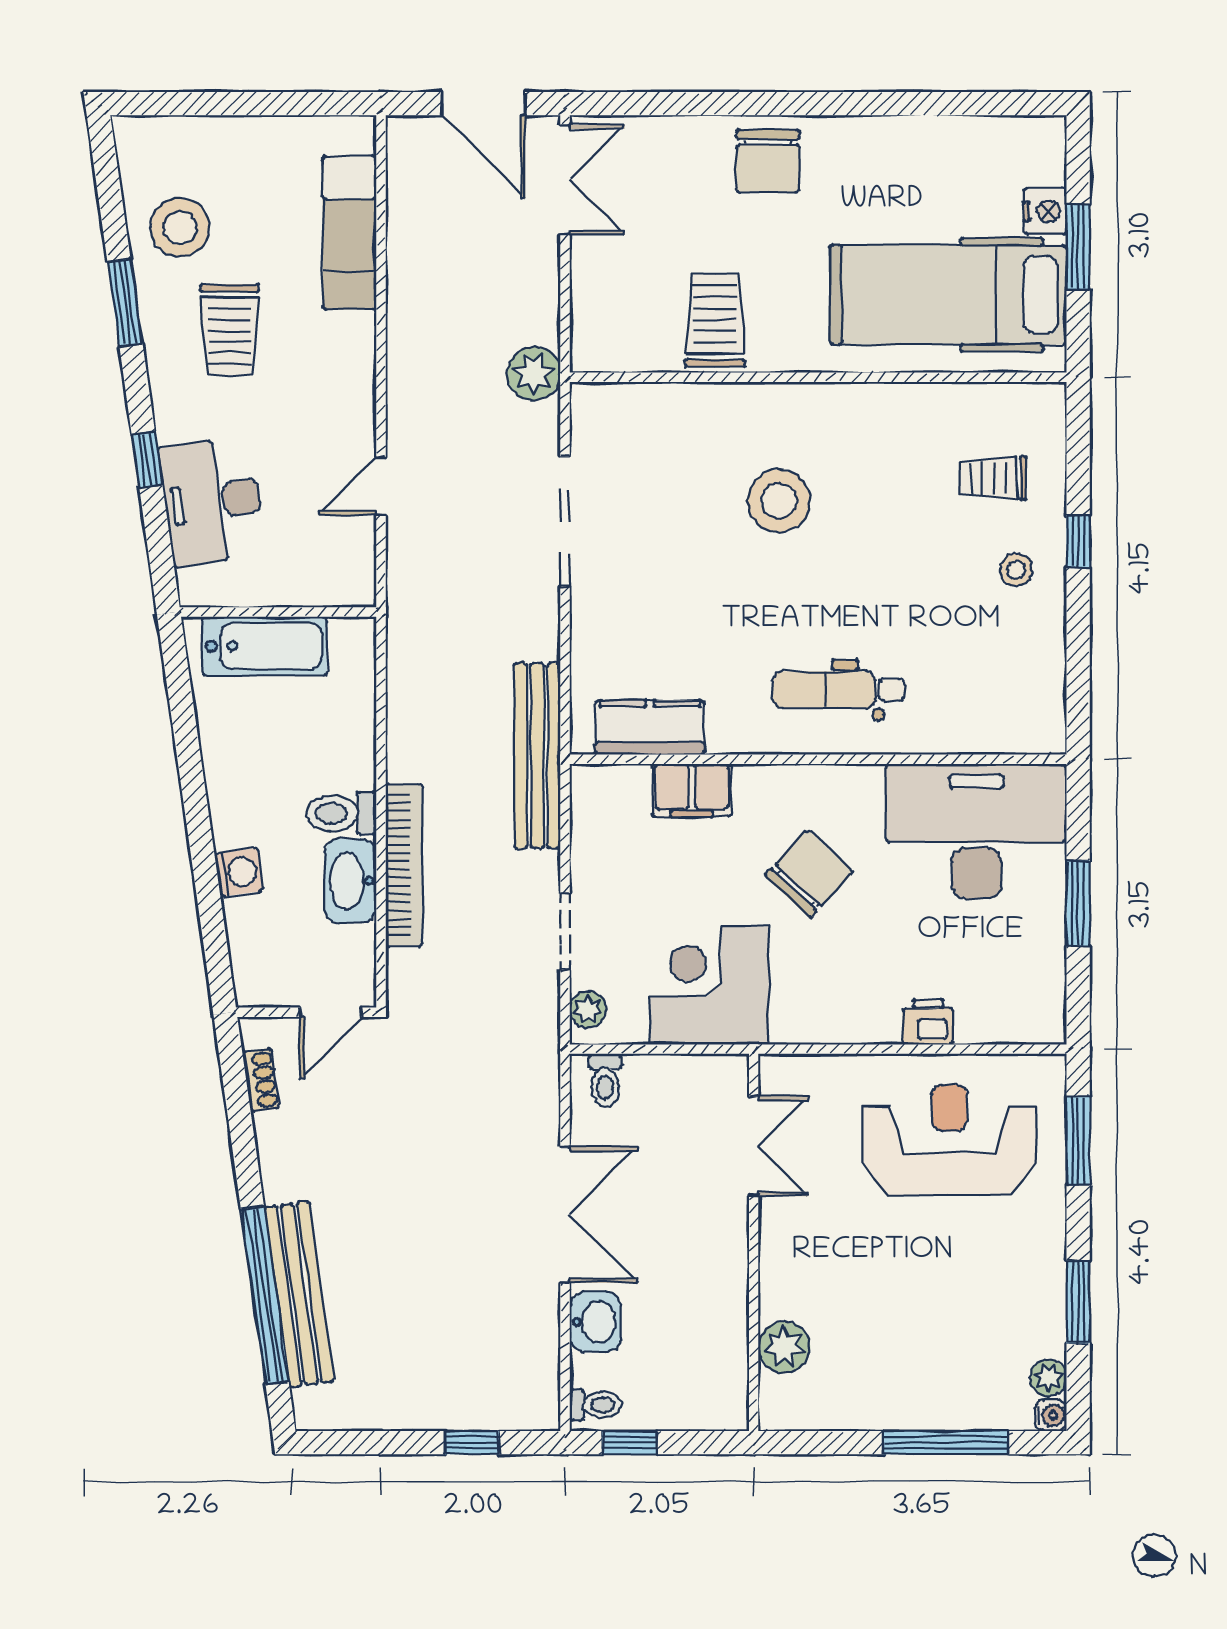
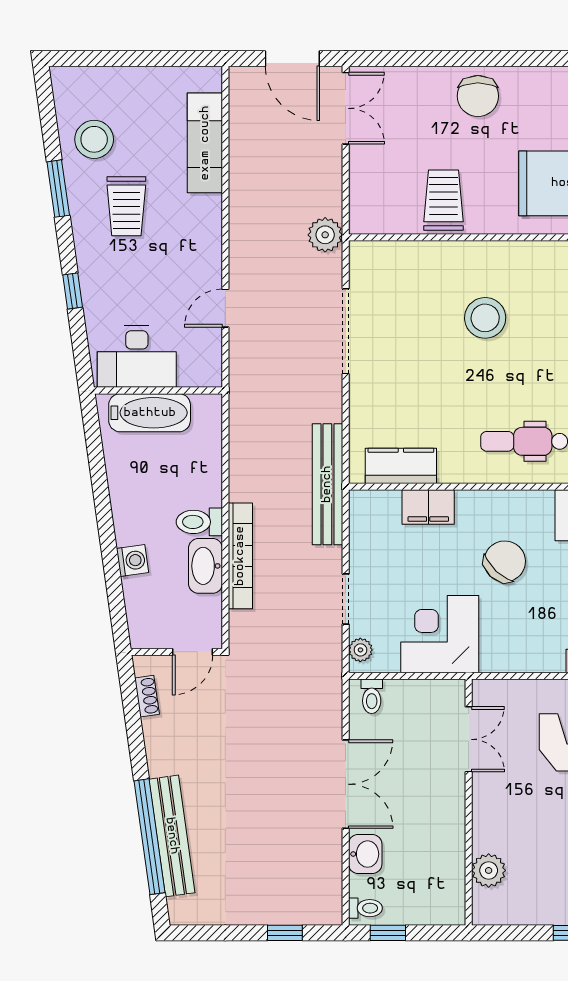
desk: (212, 501) -> (137, 357), moved, turned -82

